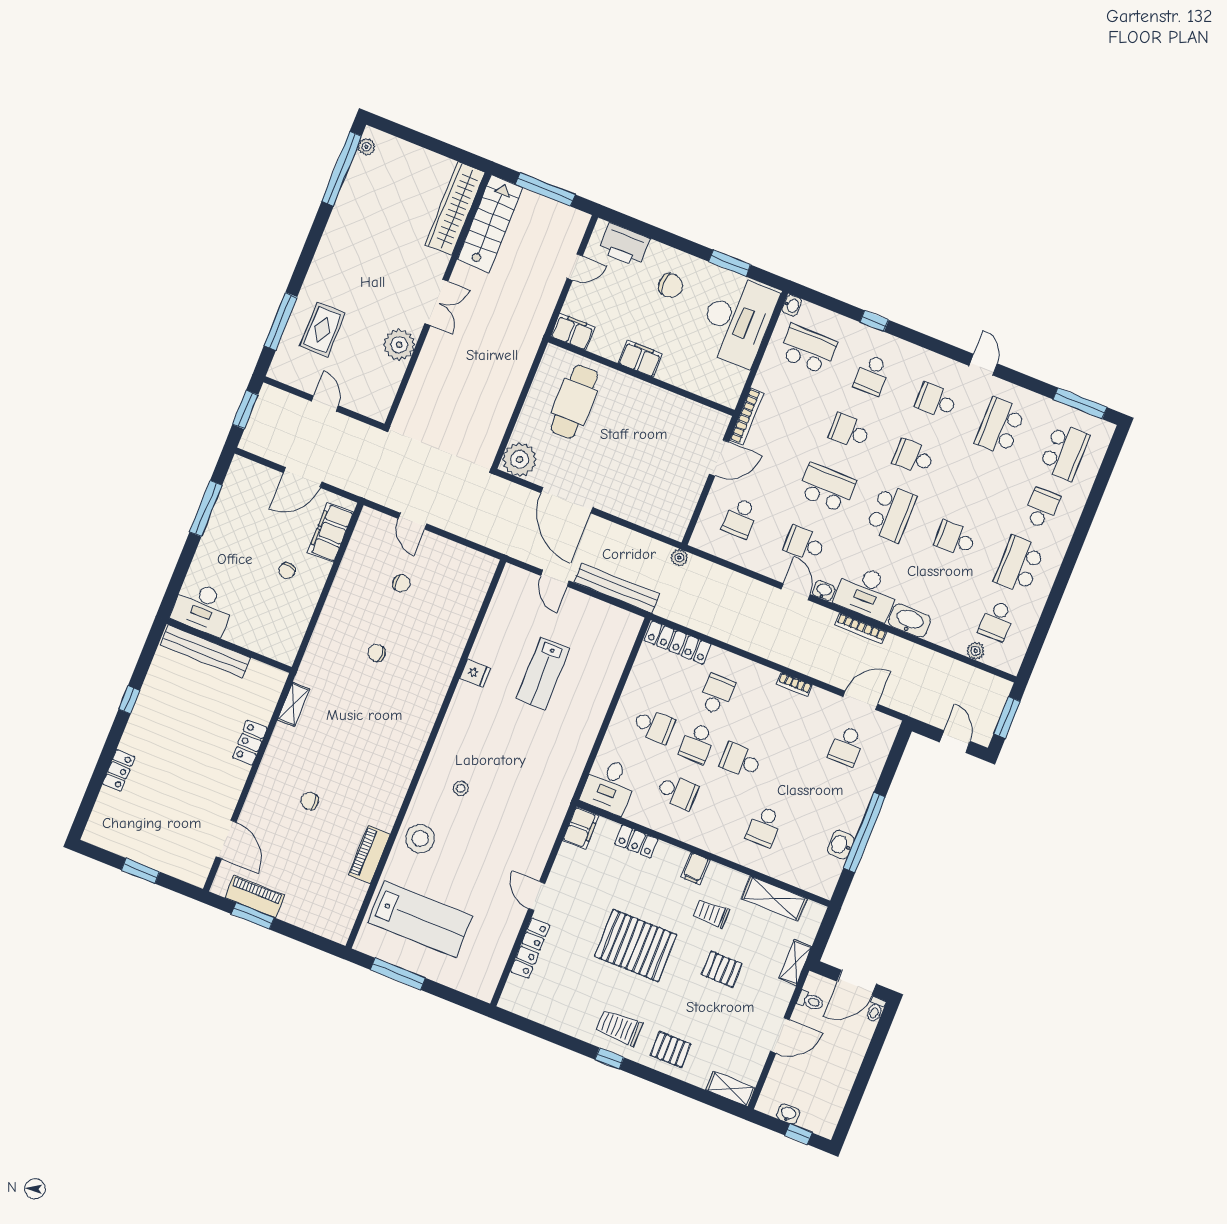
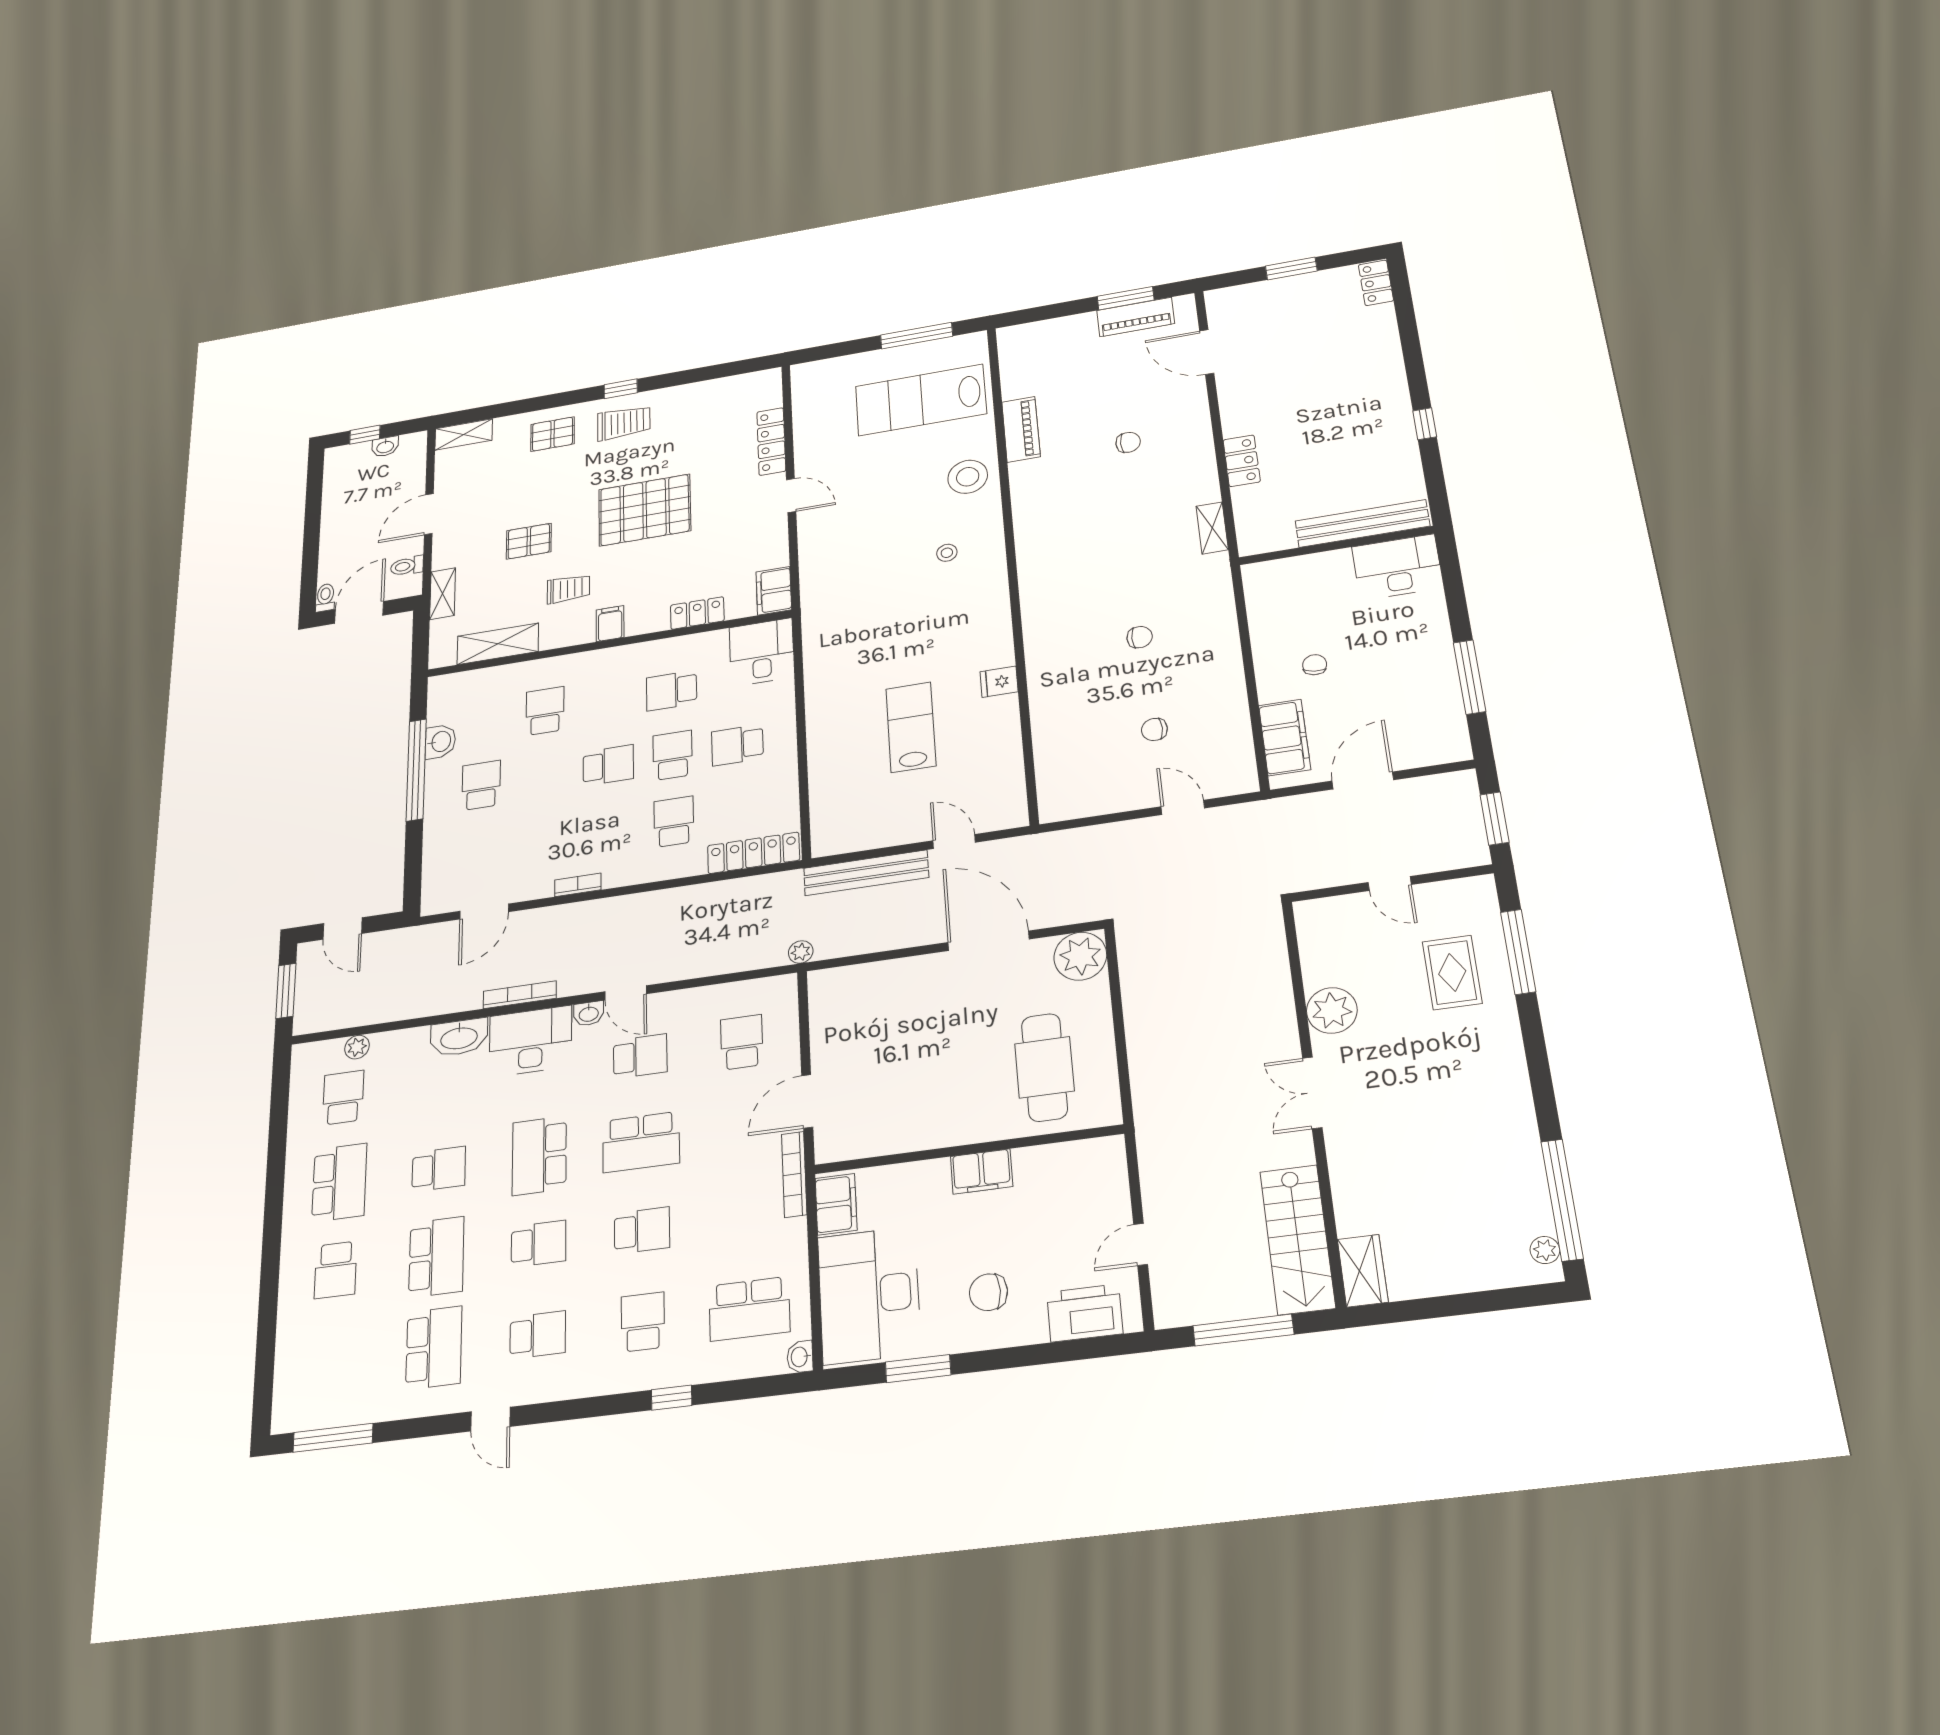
wardrobe: (455, 208) -> (1363, 1271), width x0.48, depth x0.85
filing cabinet: (573, 332) -> (836, 1204), moved, turned -90
school desk: (1064, 452) -> (436, 1257), moved, turned 180
school desk: (717, 694) -> (674, 822), turned 180
school desk: (846, 746) -> (481, 785), moved
locker: (119, 770) -> (1376, 283), moved

